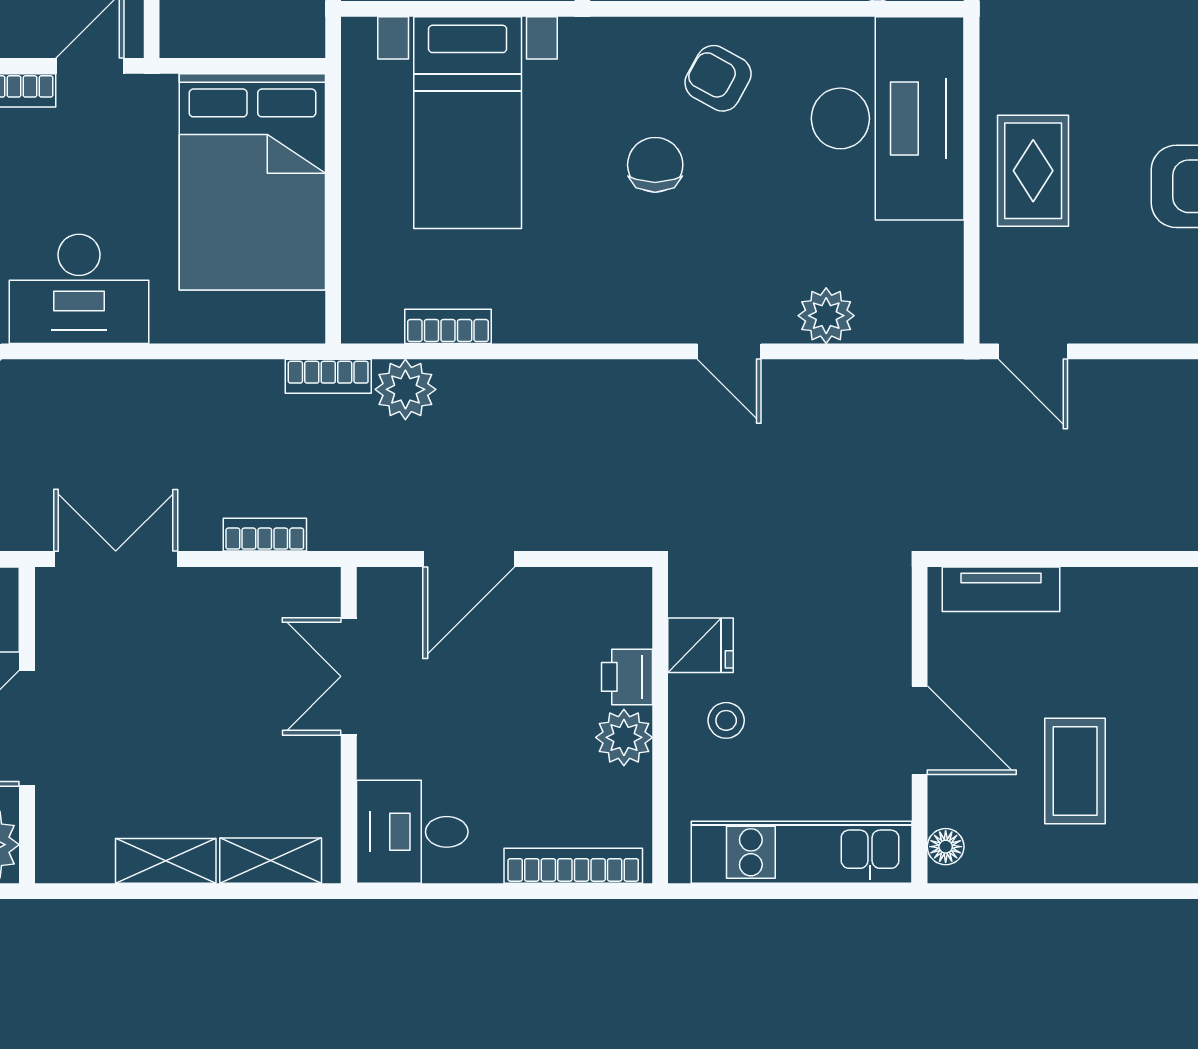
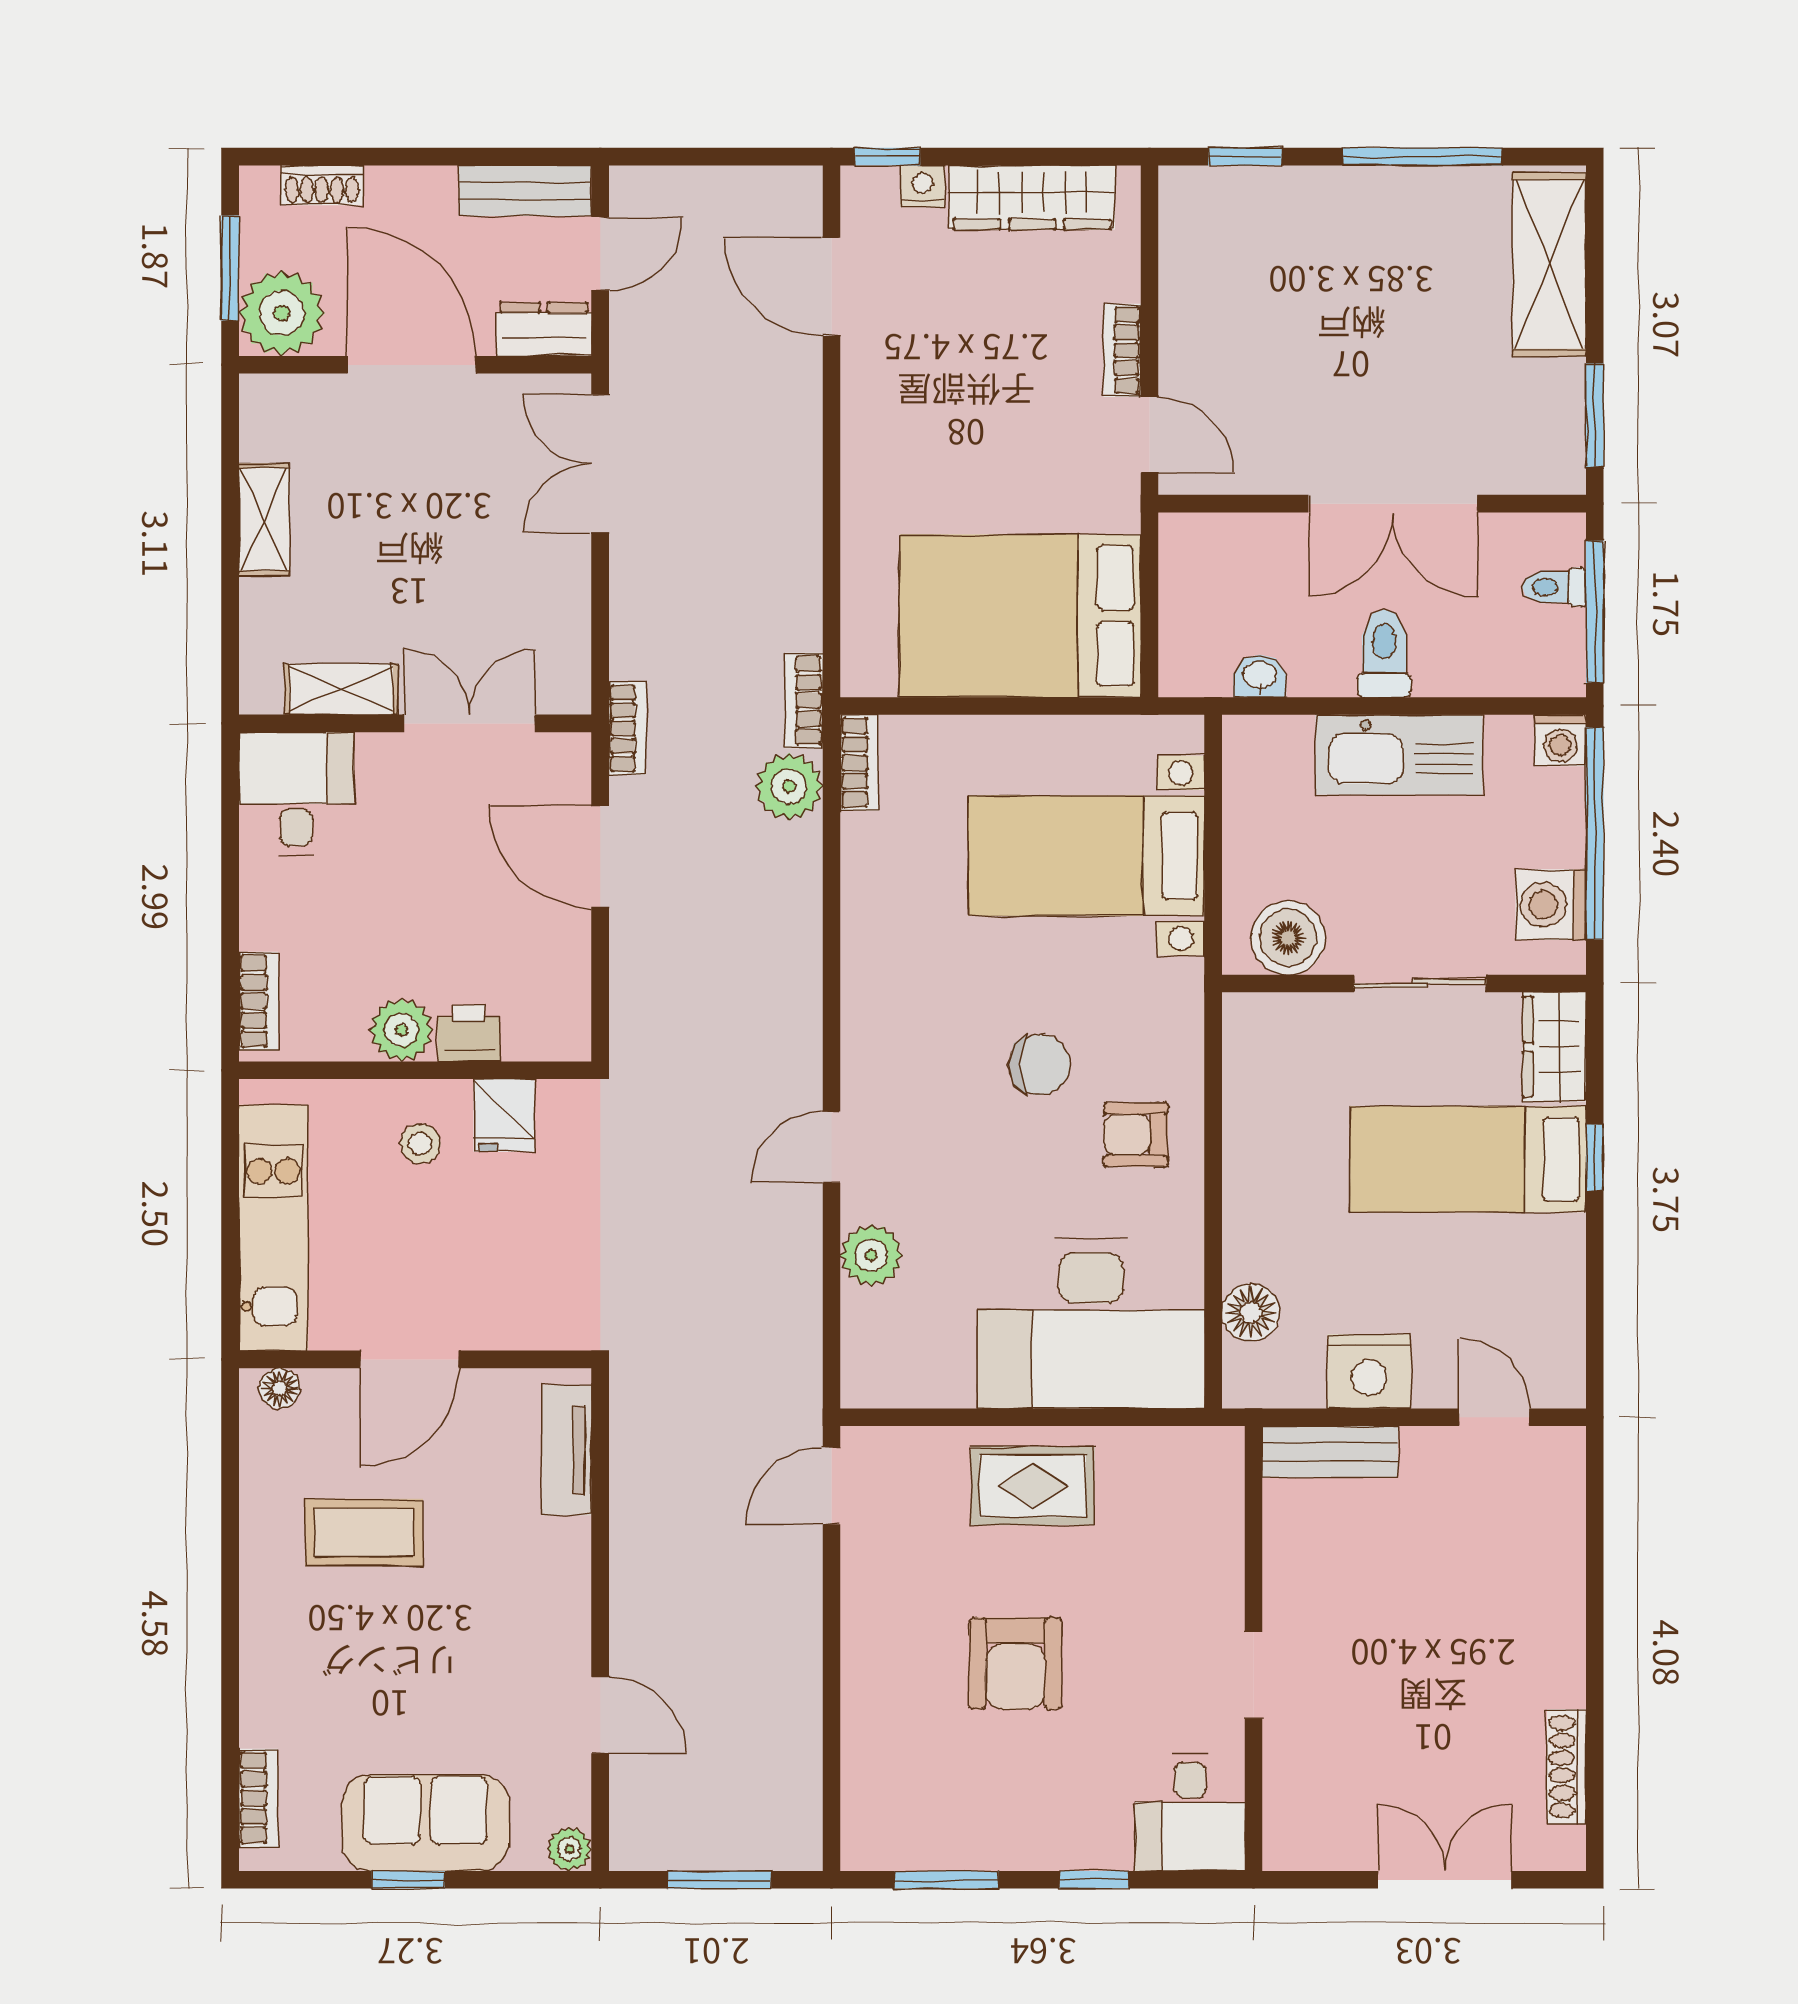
armchair: (718, 78) -> (1136, 1135), turned -119
desk: (79, 289) -> (901, 423), removed
bookcase: (448, 326) -> (859, 763), moved
bookcase: (265, 535) -> (627, 728), moved
double door: (116, 559) -> (600, 464), swing flipped
shelving: (271, 861) -> (341, 689), moved, turned 90
bookcase: (573, 866) -> (258, 1001), width x0.64

